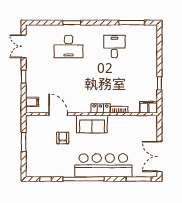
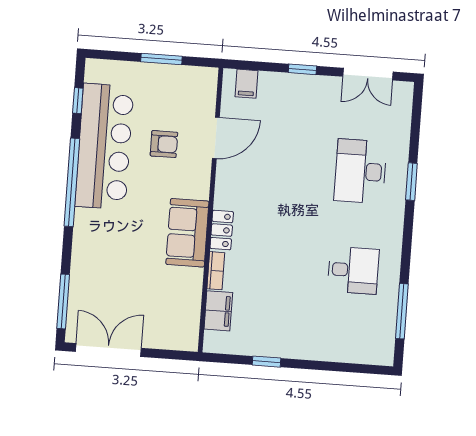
double door: (24, 46) -> (368, 74), swing flipped
filing cabinet: (148, 107) -> (218, 311), moved
sofa: (92, 124) -> (187, 233), moved
bar counter: (103, 165) -> (104, 146), moved

